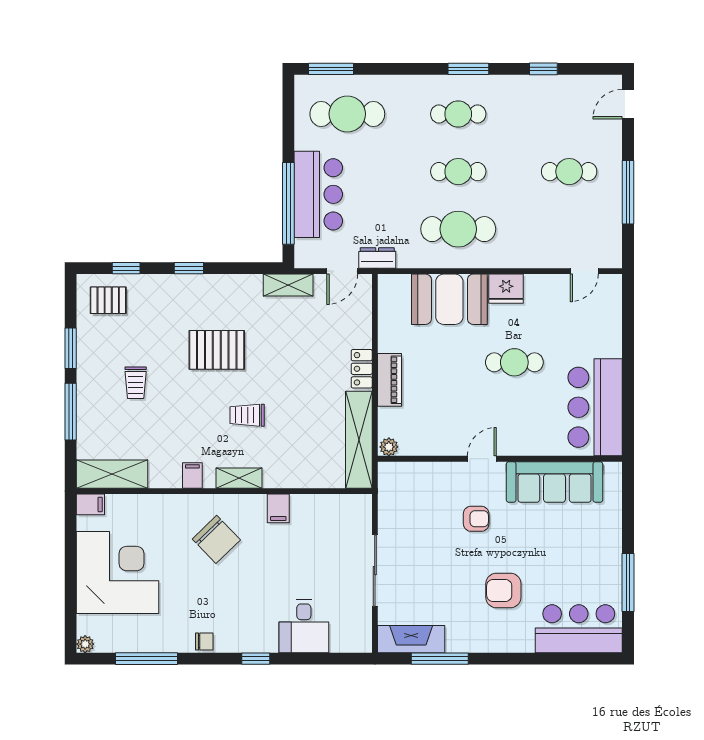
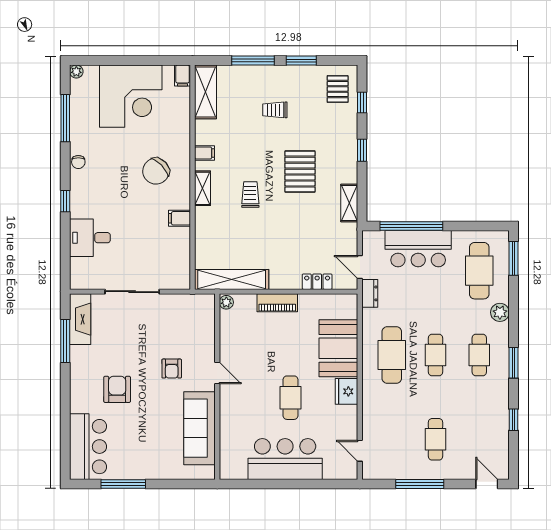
plant: (402, 87) -> (500, 312), added
shelving: (288, 285) -> (349, 203), moved
locker: (362, 369) -> (317, 282), moved
bar counter: (595, 407) -> (285, 459), moved

